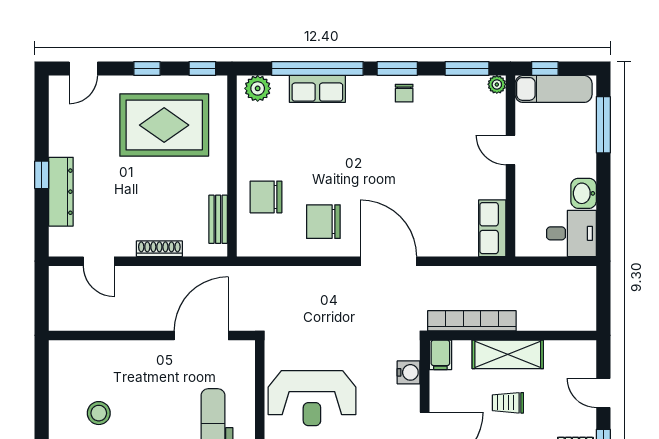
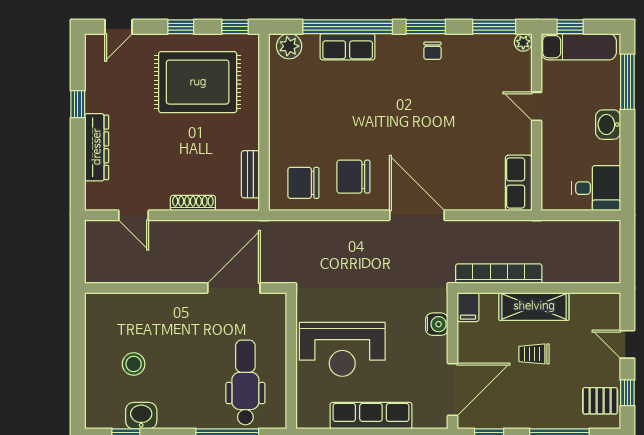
window: (42, 175) -> (78, 104), moved
washbasin: (584, 193) -> (608, 125), moved
chair: (266, 197) -> (303, 183), moved

